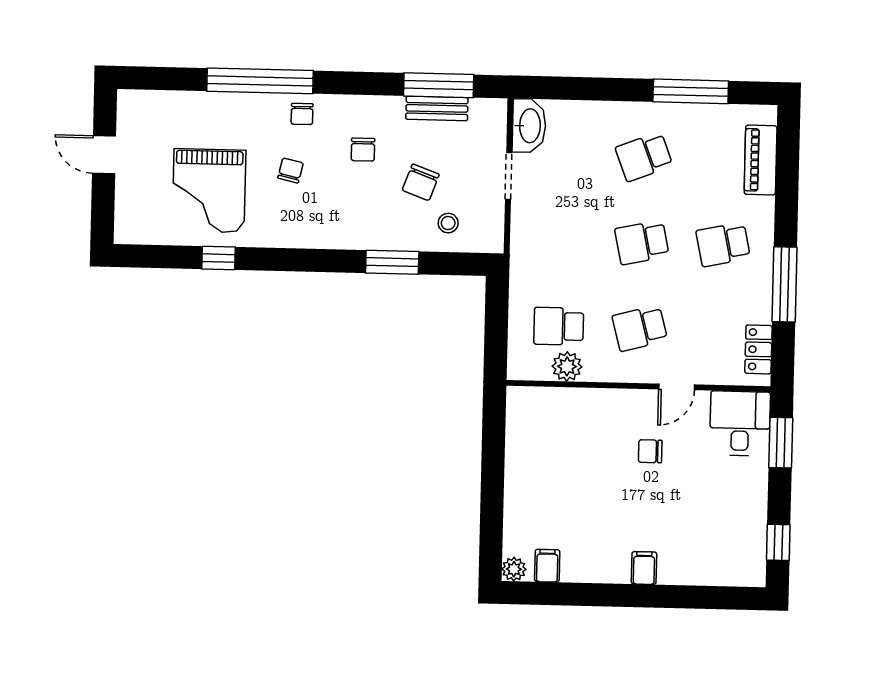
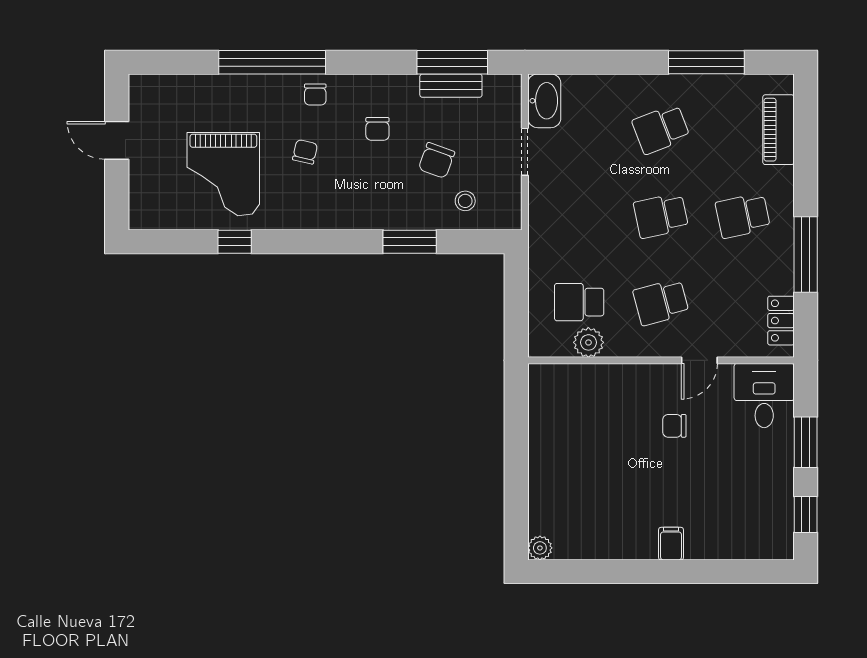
window: (781, 443) -> (806, 442), moved
filing cabinet: (547, 566) -> (573, 544), removed

